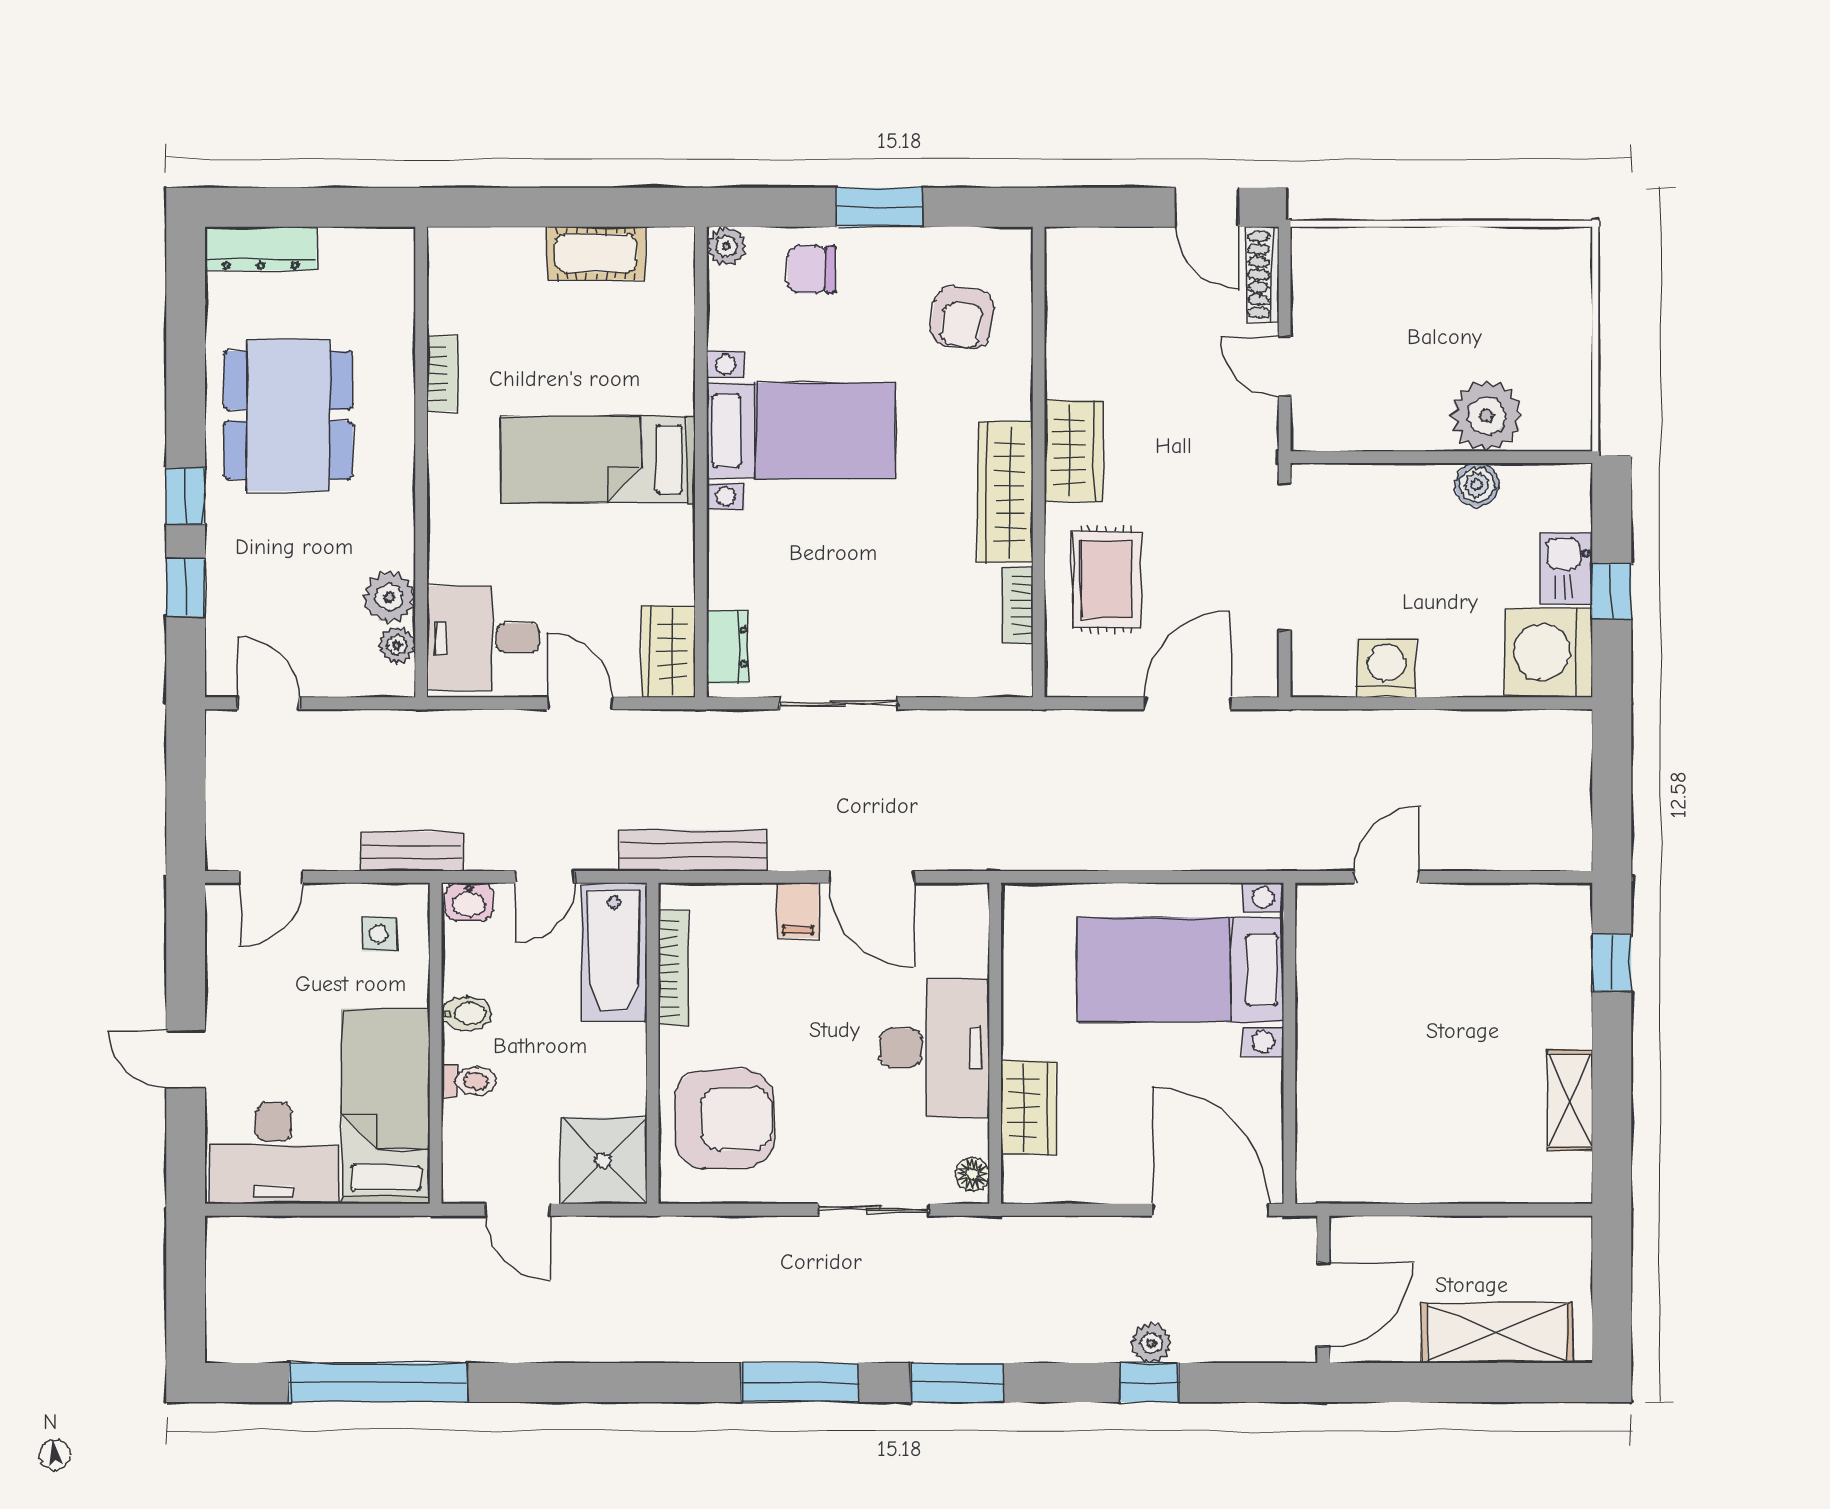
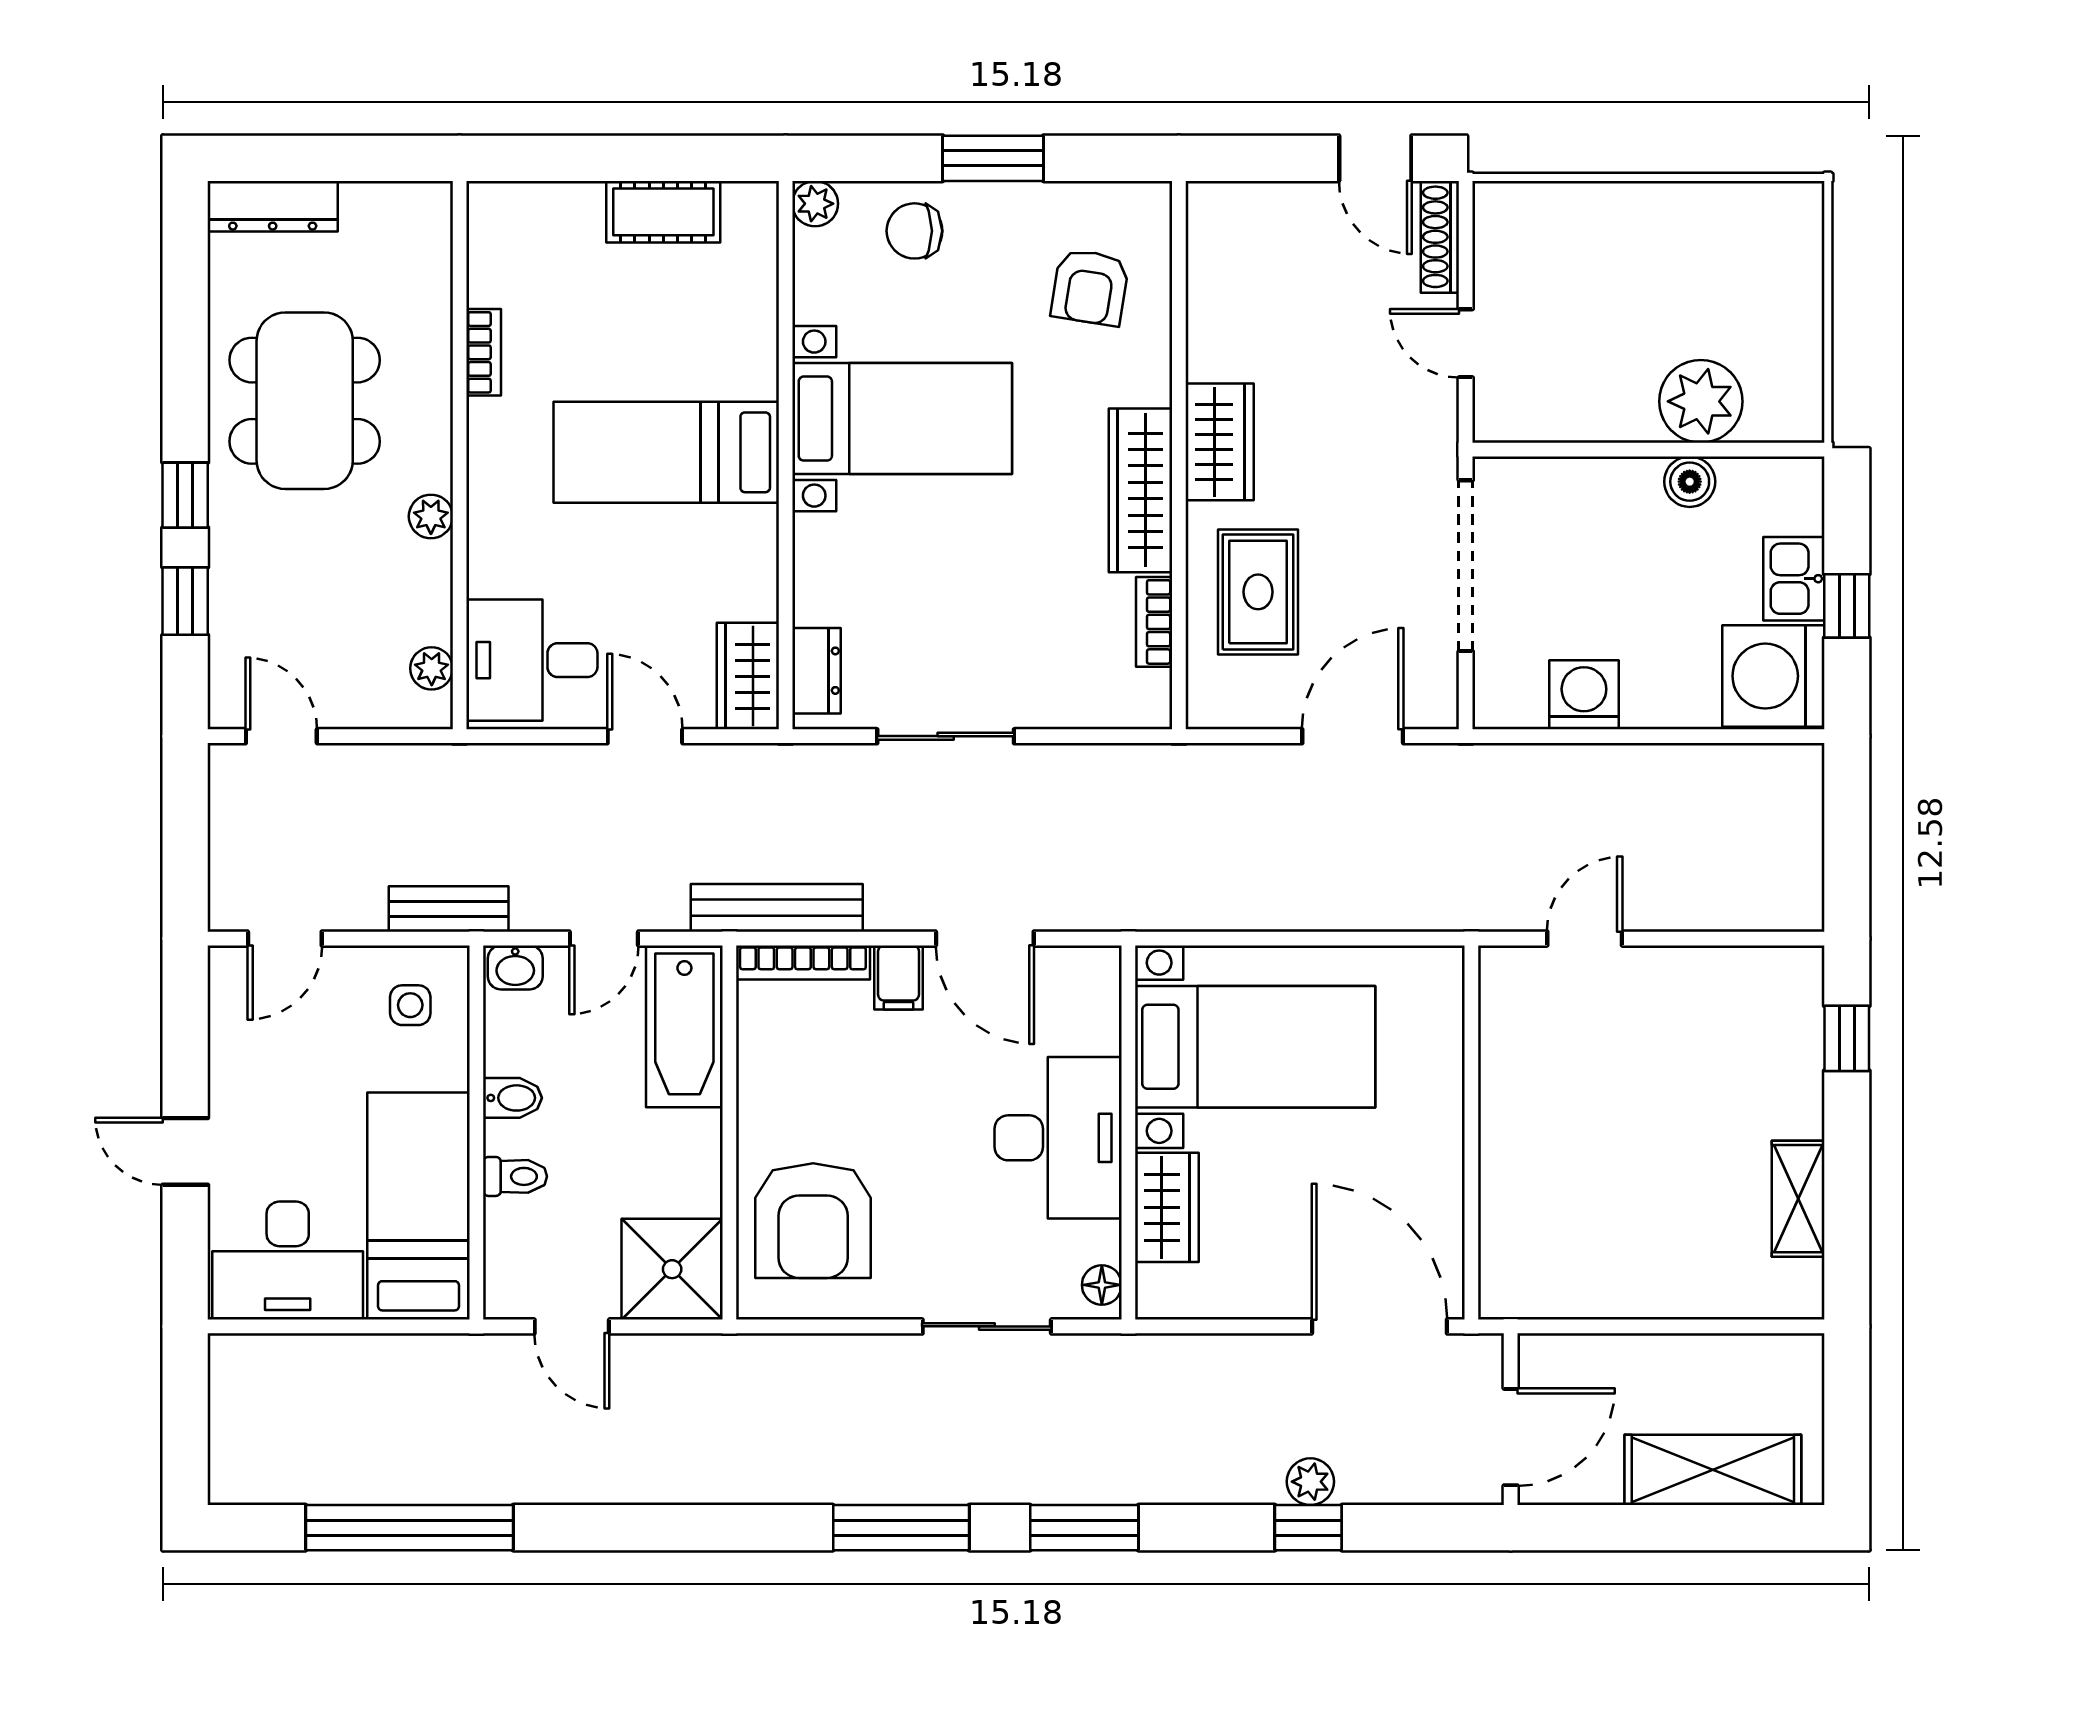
plant: (389, 597) -> (431, 516), moved, width x0.73, depth x0.73
bookcase: (673, 968) -> (803, 962), moved, turned 90
bed with nightstands: (1181, 970) -> (1255, 1047), moved, turned 180
armchair: (724, 1119) -> (813, 1221), turned 92

